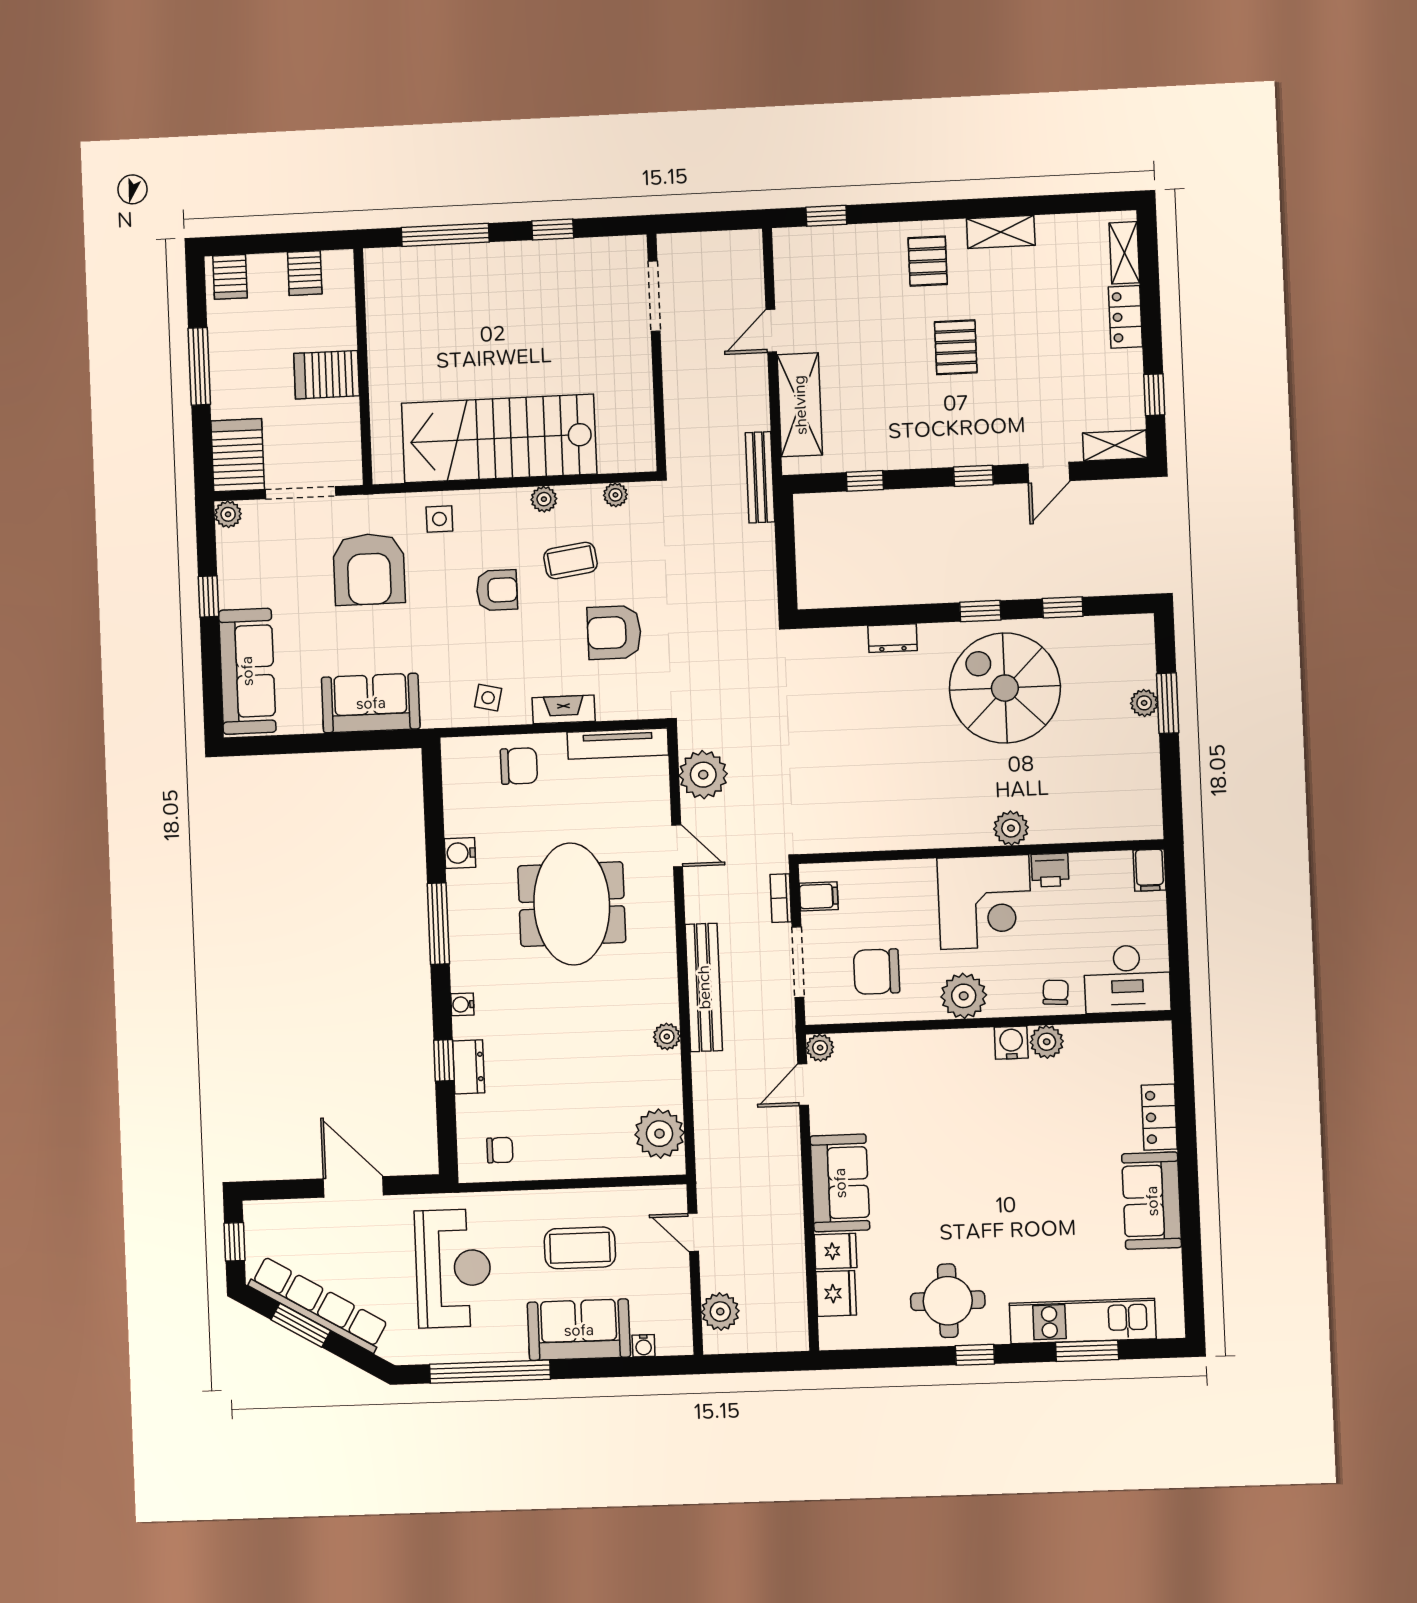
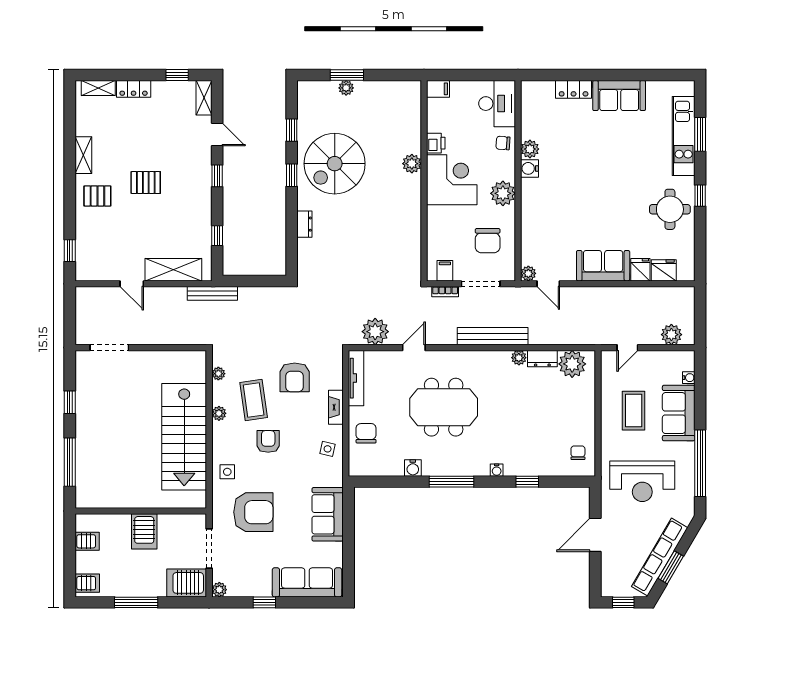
coffee table: (570, 561) -> (254, 400), width x1.36, depth x1.30
dresser: (469, 1067) -> (542, 359), moved, turned 180
reception desk: (453, 1268) -> (642, 481), turned 180

